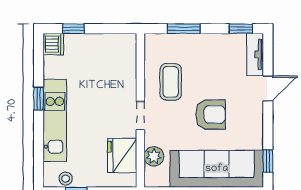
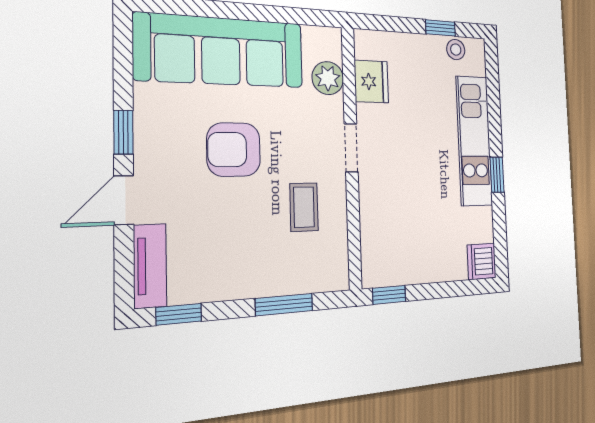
window: (73, 29) -> (389, 295), moved
coffee table: (171, 82) -> (304, 207), width x0.73, depth x0.77
fridge: (122, 156) -> (371, 82), width x0.73, depth x0.75
window: (268, 161) -> (123, 132), moved

